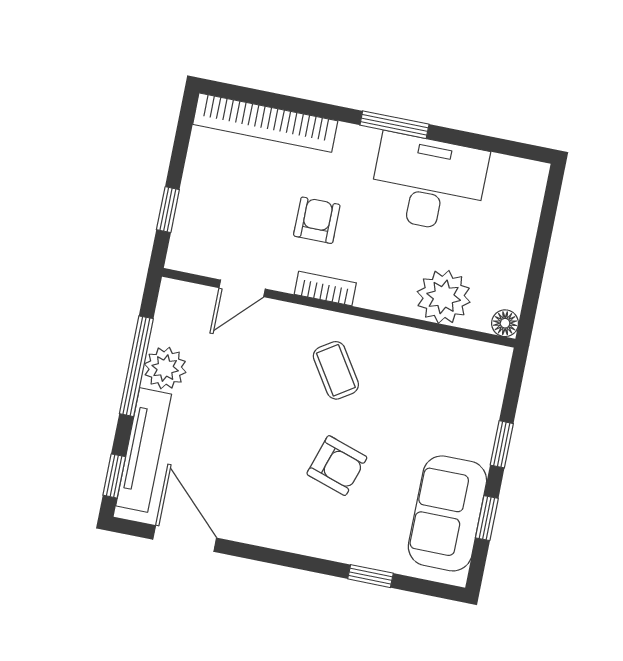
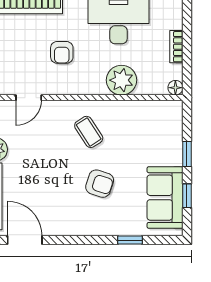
armchair: (317, 220) -> (62, 52), turned 180
bookcase: (325, 289) -> (176, 47), moved, turned -90
plant: (444, 297) -> (122, 80), moved

